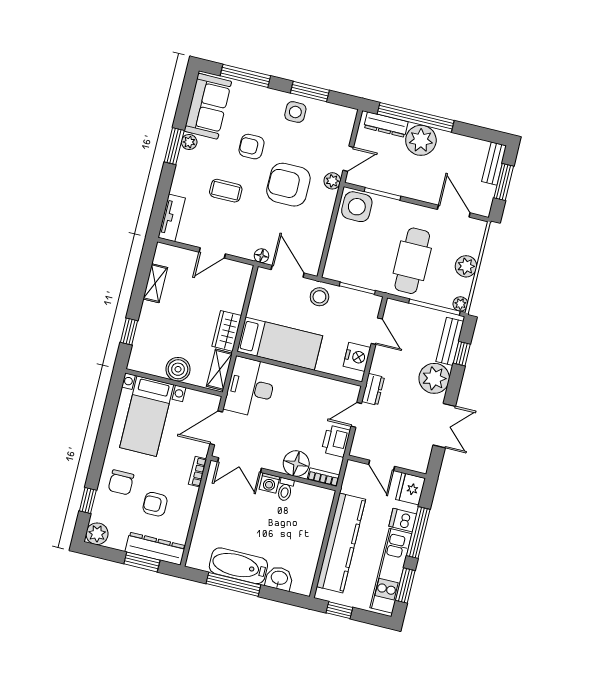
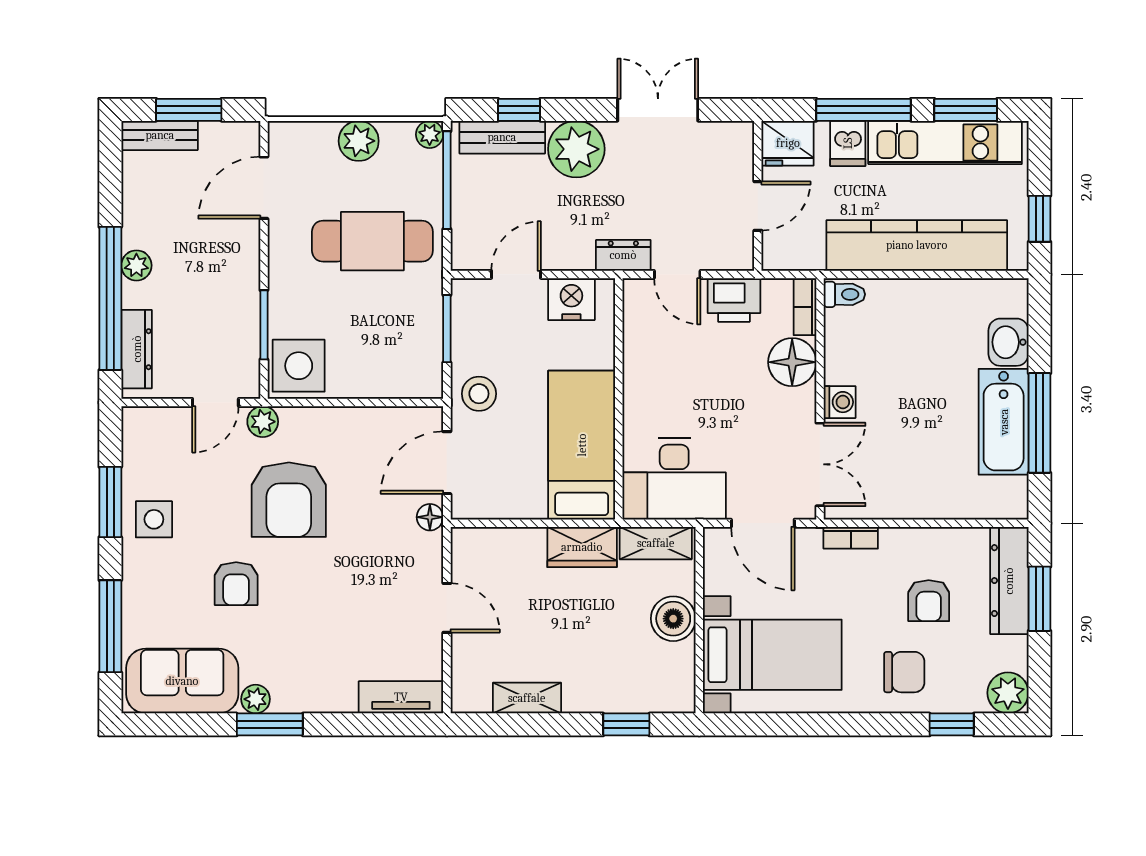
plant: (421, 140) -> (136, 265), width x0.53, depth x0.53
door: (348, 159) -> (215, 402), swing flipped
coffee table: (226, 191) -> (328, 611), removed
toilet: (285, 490) -> (844, 294), moved

